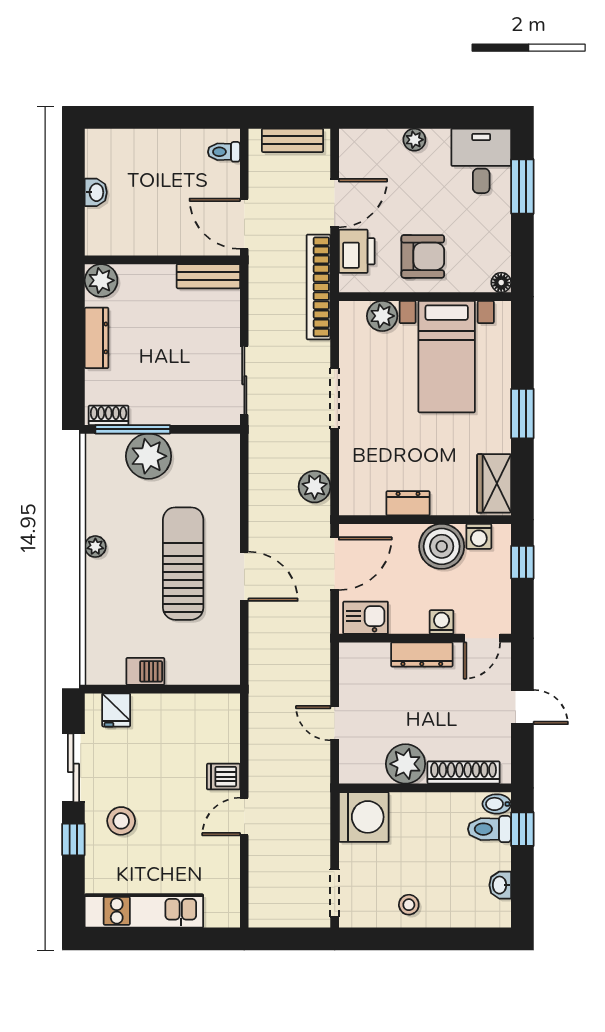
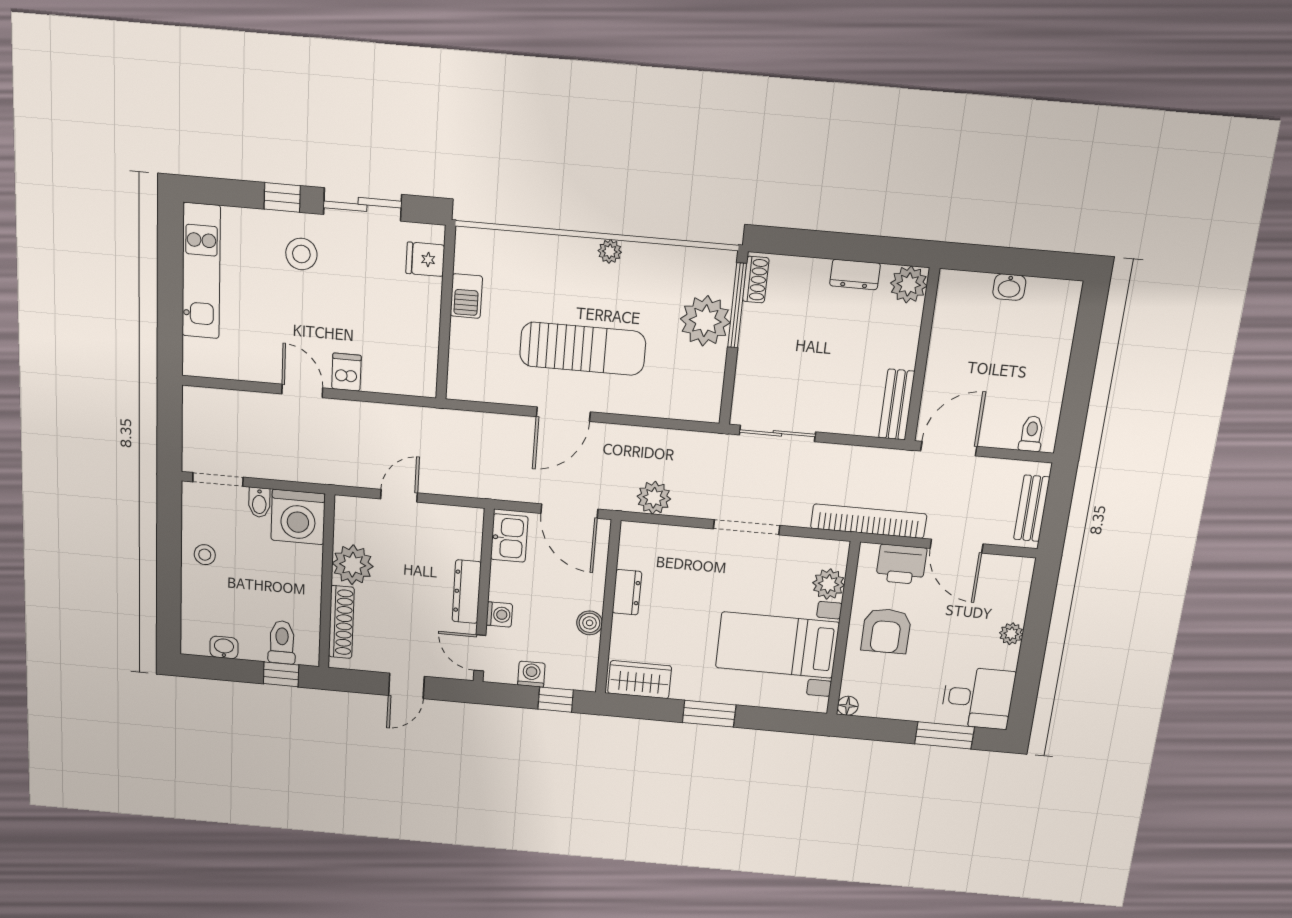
dresser: (97, 338) -> (855, 274), width x0.70
washing machine: (479, 536) -> (531, 674), moved, turned 90
boiler: (442, 546) -> (590, 623), width x0.54, depth x0.54
bidet: (497, 804) -> (259, 502), moved, turned 180

